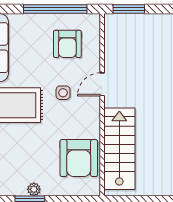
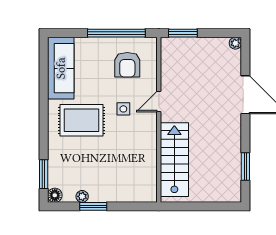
armchair: (79, 158) -> (138, 168), removed
plant: (34, 189) -> (82, 196), moved

